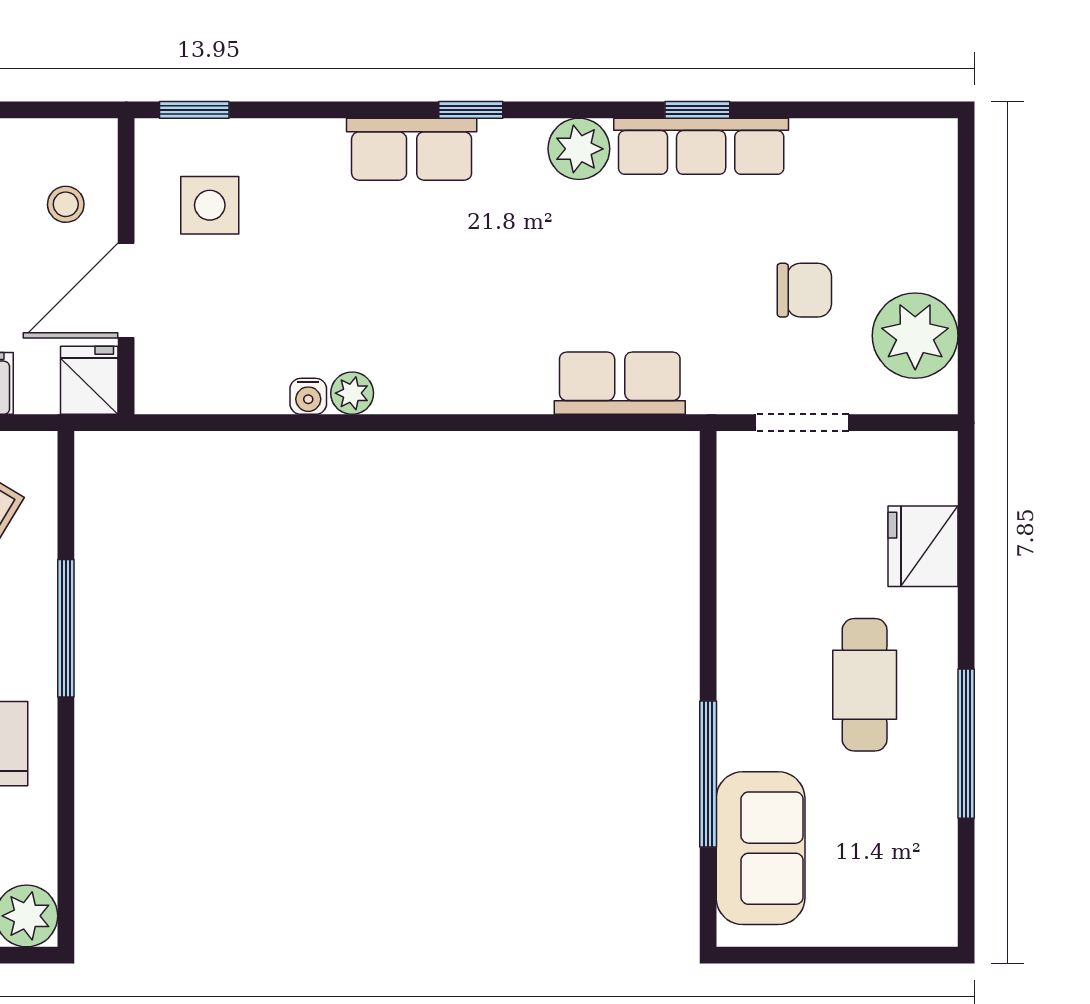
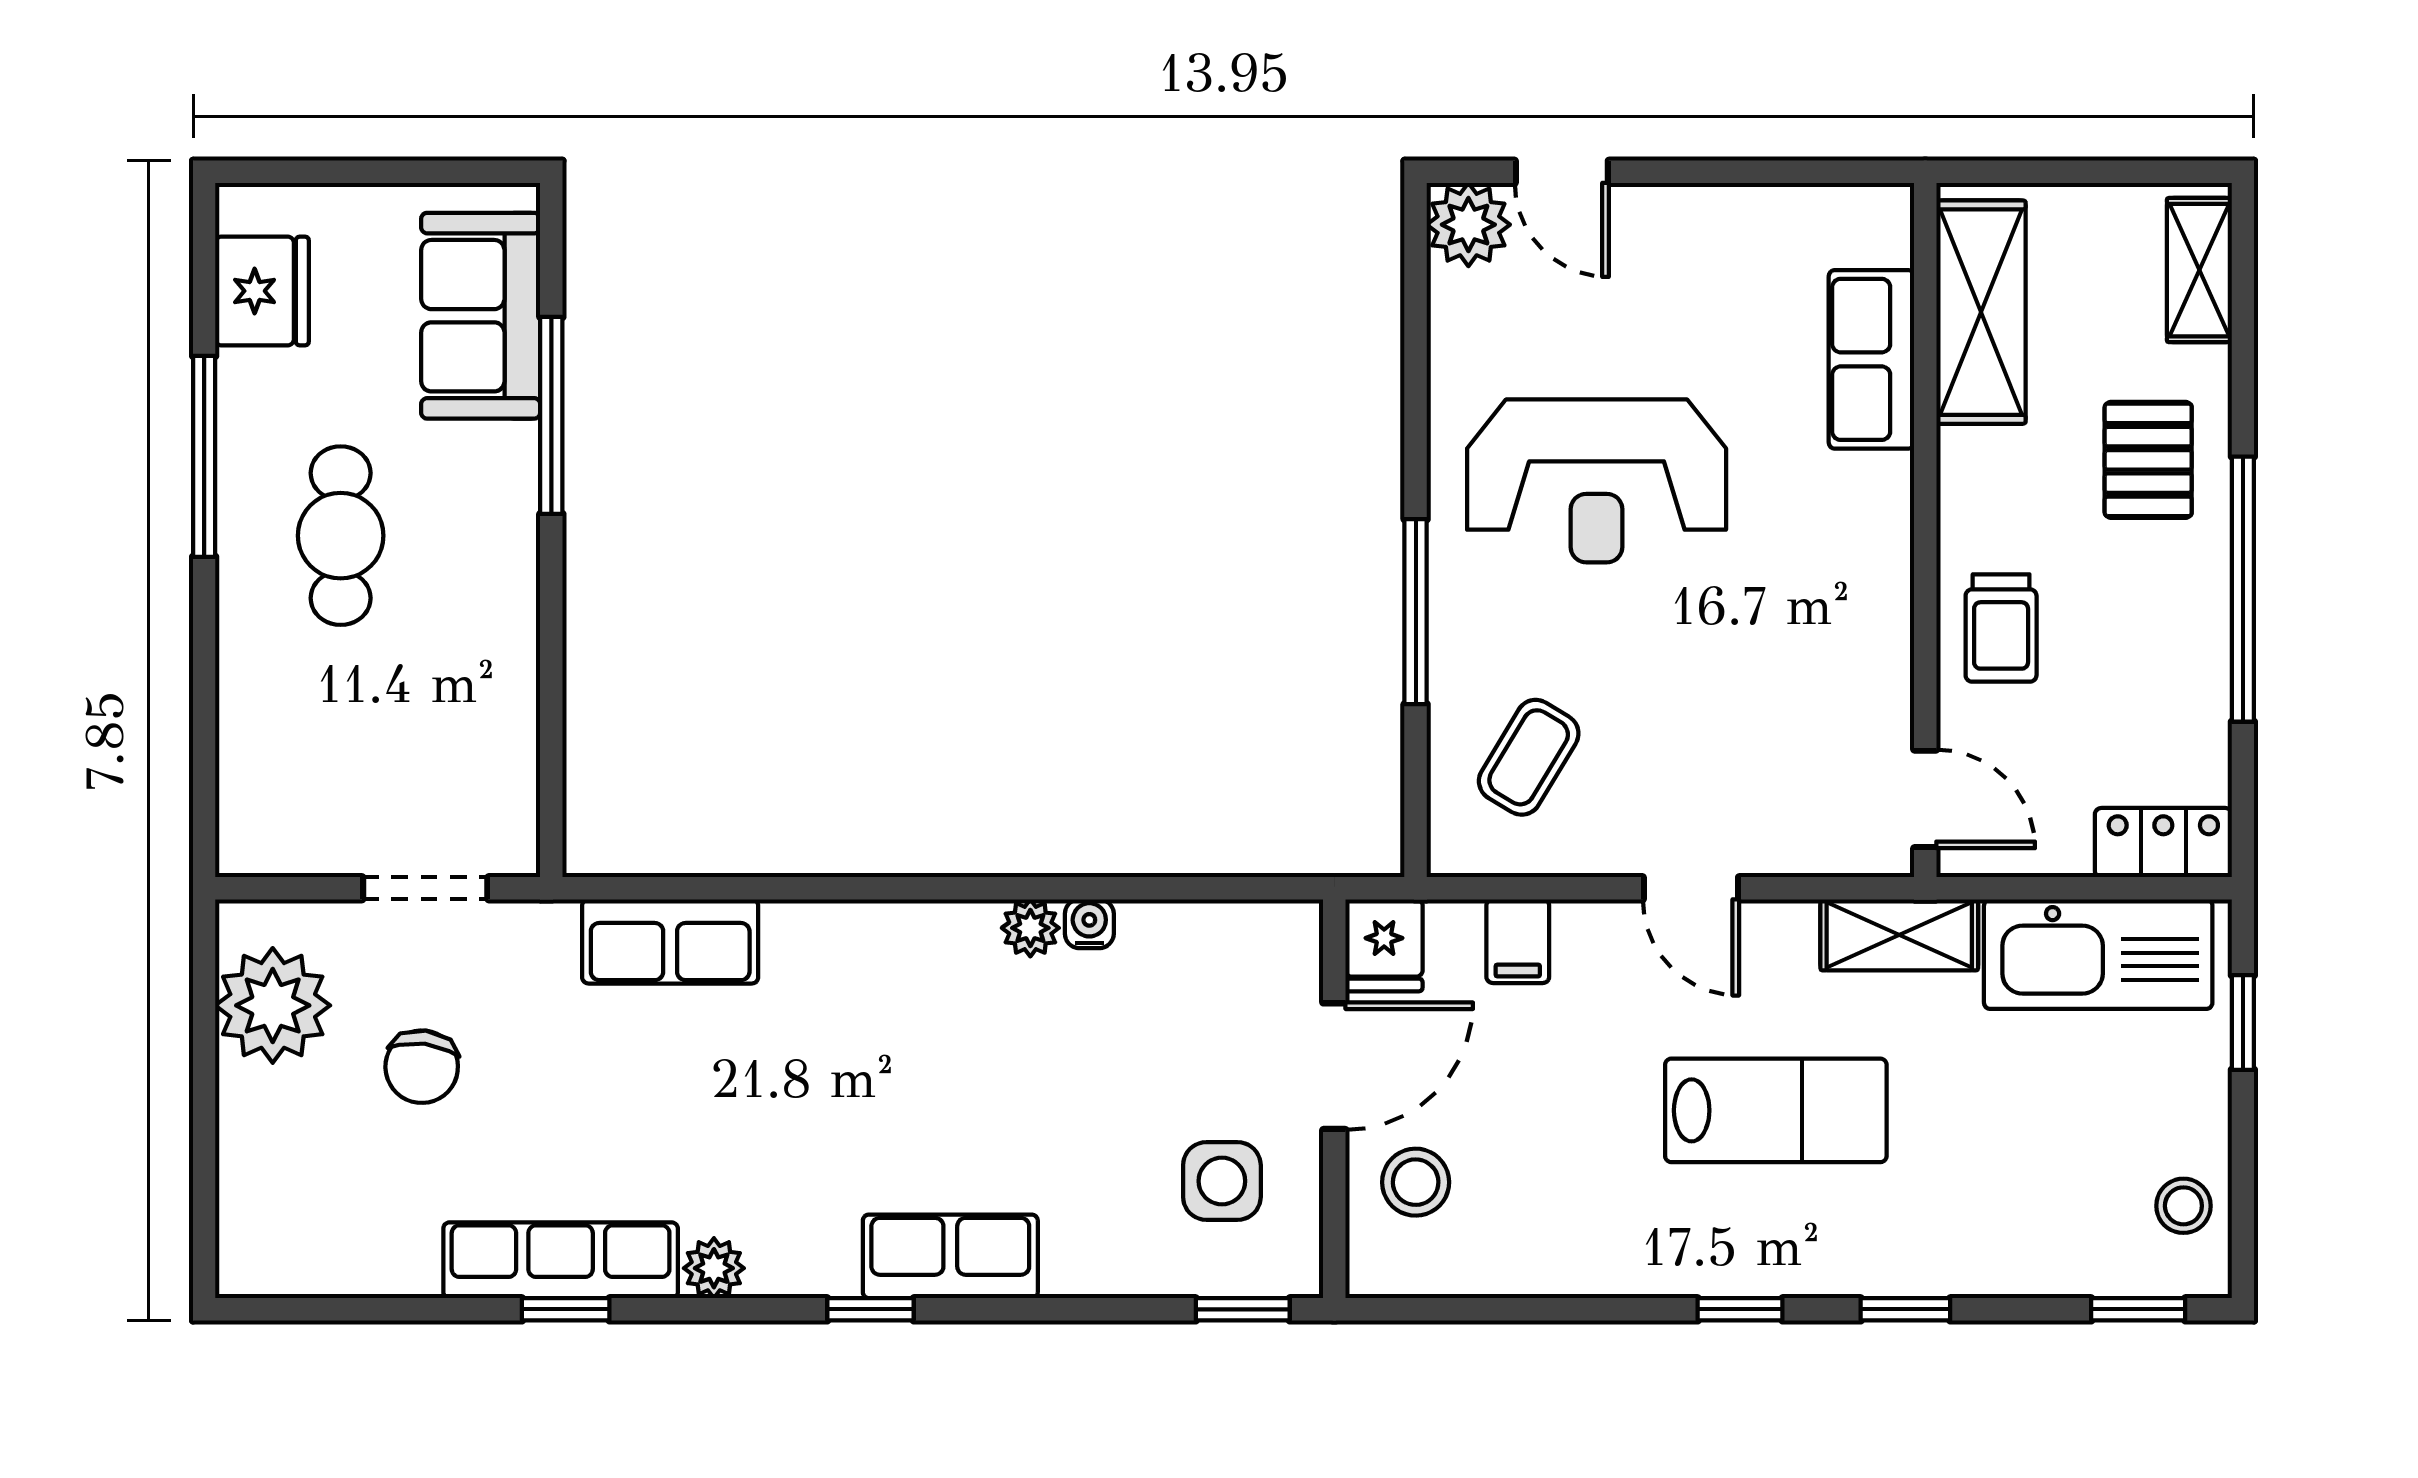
plant: (579, 149) -> (714, 1268), width x0.73, depth x0.73
stool: (66, 204) -> (1416, 1182), width x1.37, depth x1.37
chair: (804, 290) -> (422, 1067), turned -83
fridge: (923, 546) -> (262, 291), moved

